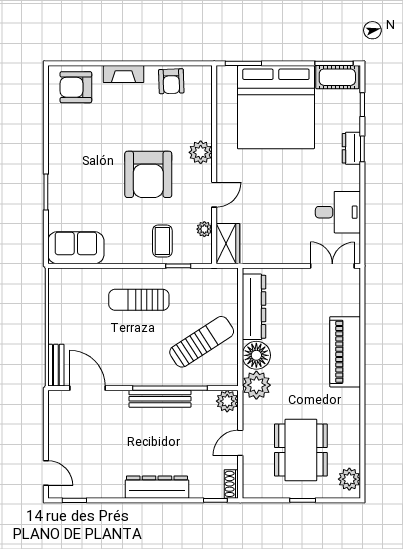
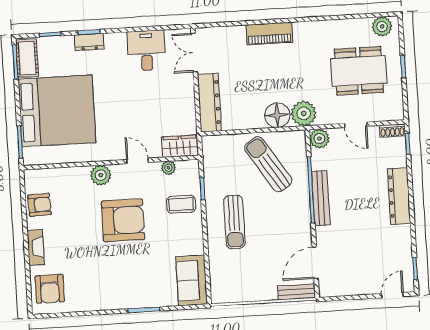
dresser: (254, 307) -> (209, 103), moved, turned 90
piano: (345, 352) -> (269, 33), width x0.73, depth x0.75

